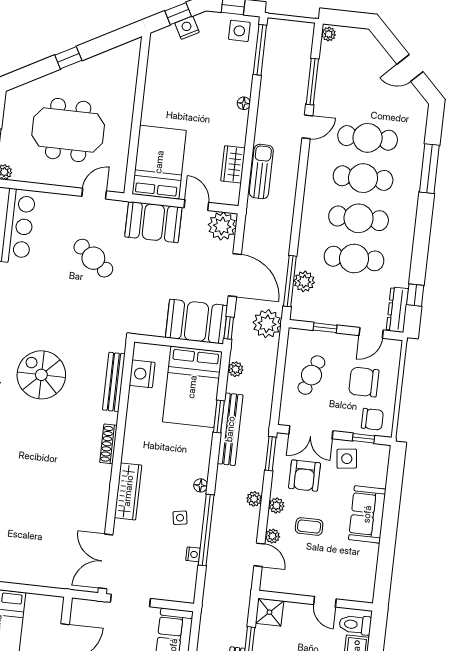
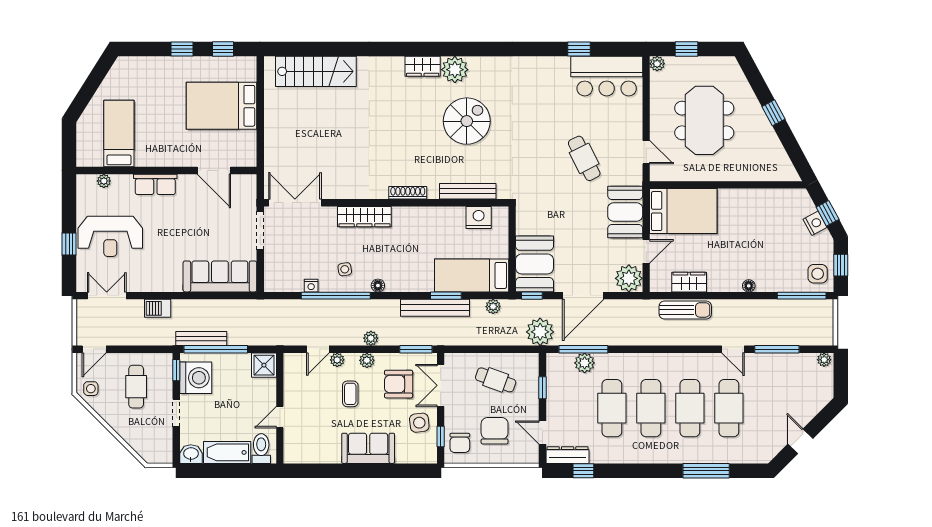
cafe table: (93, 258) -> (584, 158), turned -65
bed: (192, 387) -> (472, 275), width x0.67

